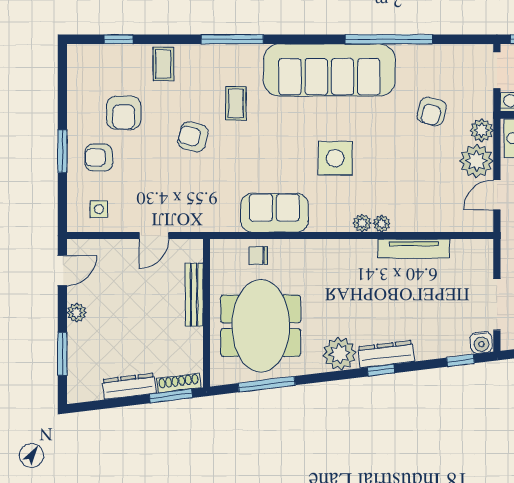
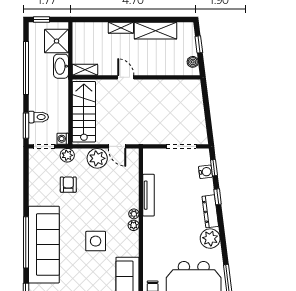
window: (389, 39) -> (26, 242), moved
armchair: (432, 112) -> (68, 185), turned -104
plant: (482, 130) -> (67, 155), moved
water cooler: (481, 343) -> (206, 172), moved
window: (381, 370) -> (218, 197), moved

